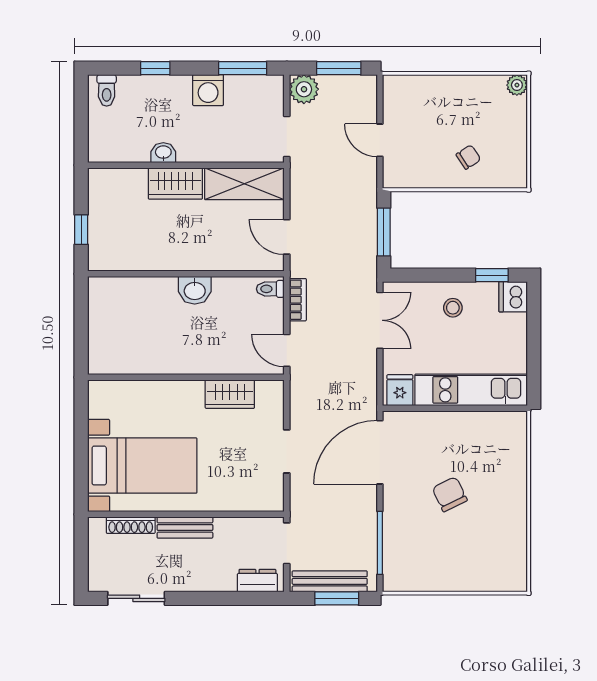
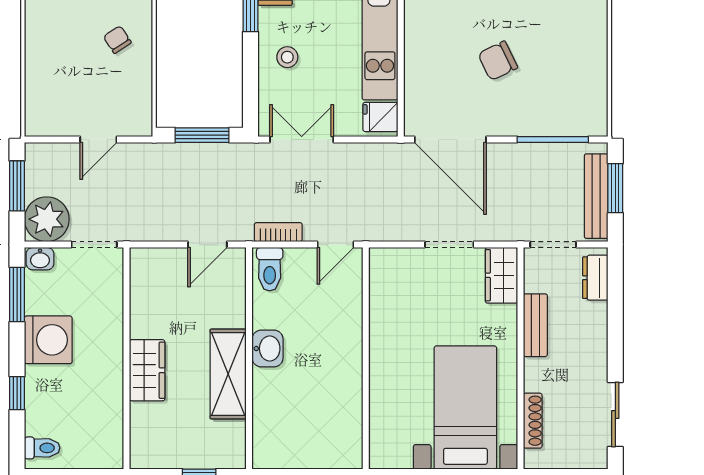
plant: (304, 89) -> (47, 219), width x1.36, depth x1.36
washing machine: (208, 90) -> (48, 340), width x1.37, depth x1.37
washbasin: (163, 153) -> (40, 259), moved, turned -90
shelving: (244, 184) -> (228, 374), moved
toilet: (270, 289) -> (270, 269), width x1.37, depth x1.39
wardrobe: (230, 394) -> (501, 275), moved, turned 180
bench: (185, 528) -> (535, 325), moved

